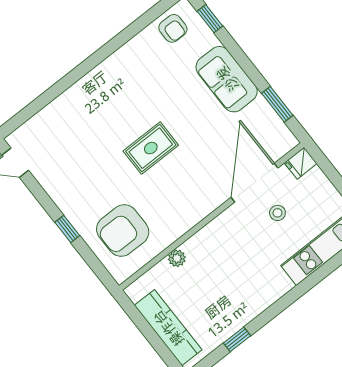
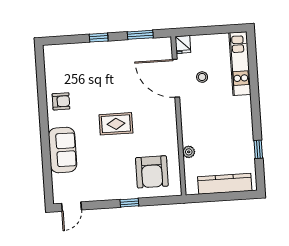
window: (210, 19) -> (99, 38), moved
armchair: (173, 28) -> (61, 101), moved
sofa: (227, 79) -> (63, 150), moved, turned -90
rug: (151, 148) -> (116, 124), turned 90

